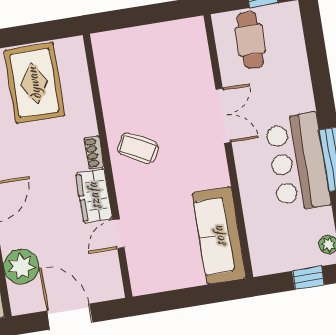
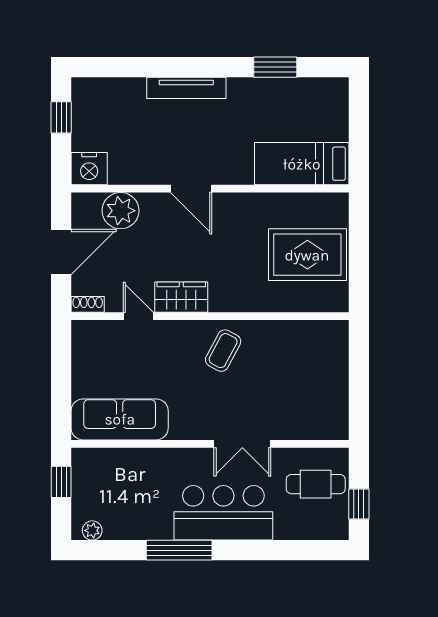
shoe rack: (94, 152) -> (88, 304), moved
bar counter: (298, 162) -> (223, 513), moved
window: (308, 278) -> (61, 482), moved

